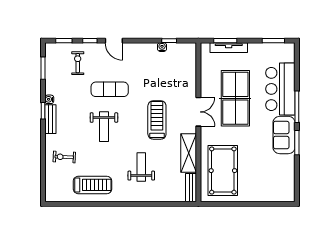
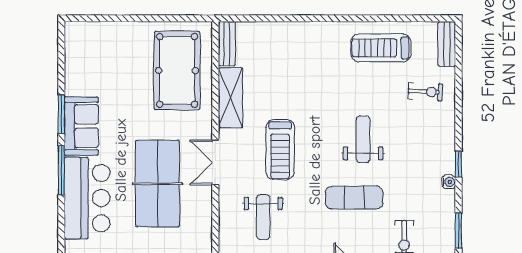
bench: (50, 119) -> (447, 44), moved
weight bench: (141, 167) -> (263, 217), moved

